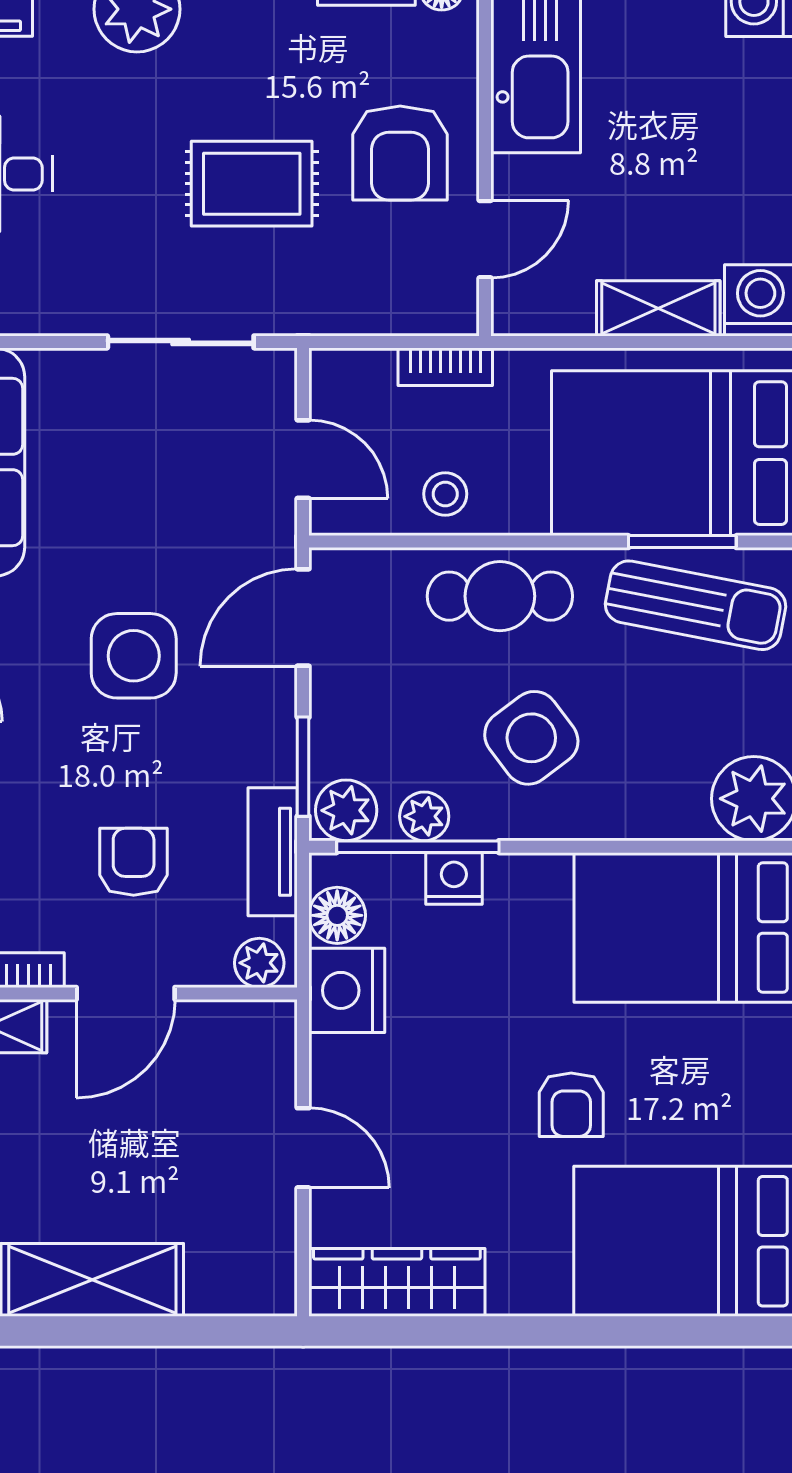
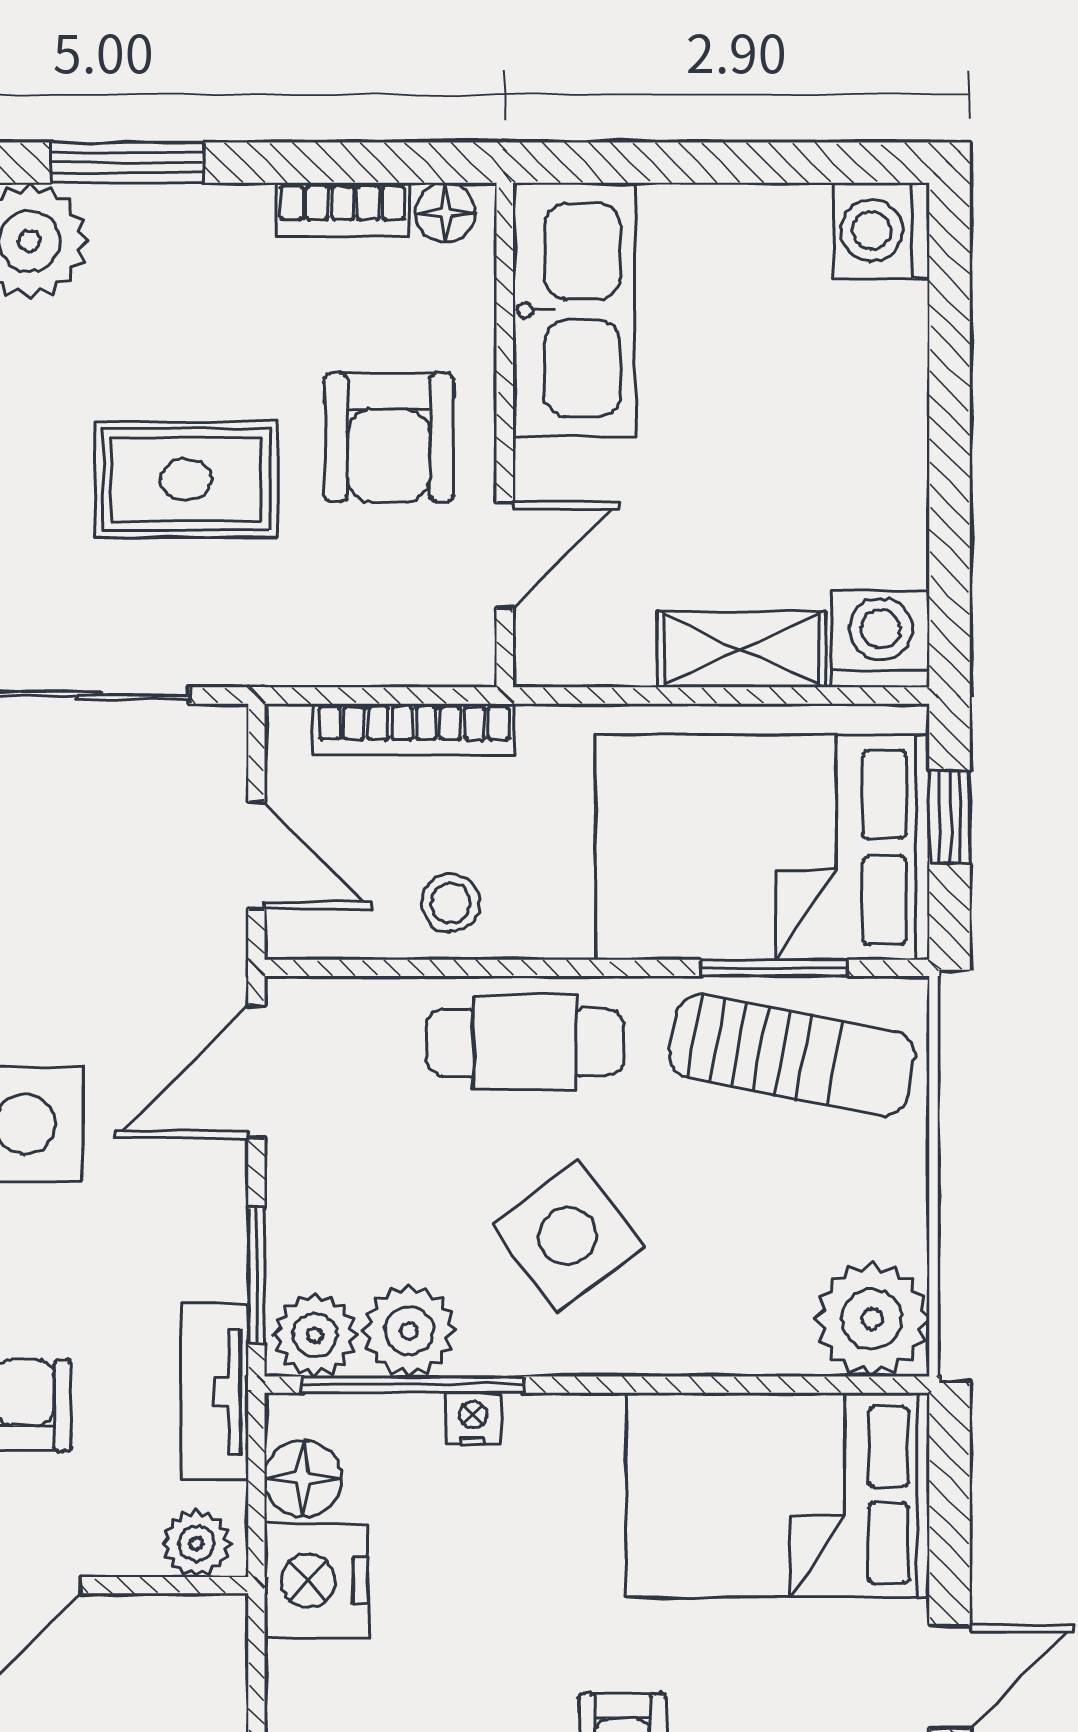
bookcase: (445, 367) -> (414, 729), width x1.56
plant: (424, 816) -> (409, 1331), width x1.38, depth x1.38
nightstand: (454, 878) -> (473, 1419), width x0.72, depth x0.74

